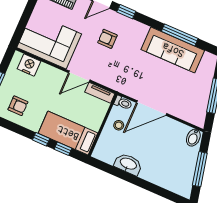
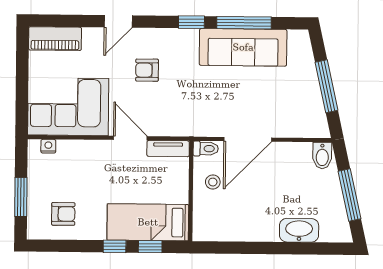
window: (126, 12) -> (191, 22), moved
nightstand: (29, 65) -> (48, 146), width x0.53, depth x0.56
door: (79, 76) -> (130, 138), swing flipped
washbasin: (128, 164) -> (299, 230), moved

